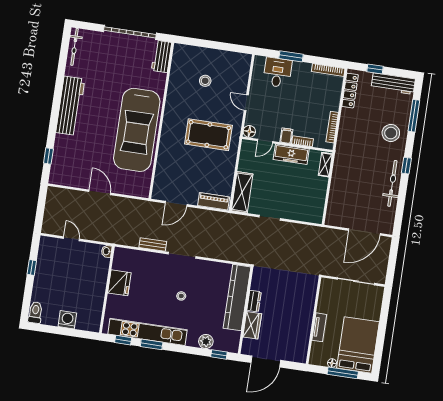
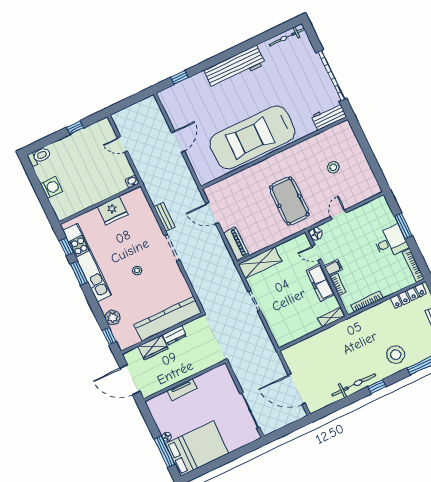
desk: (277, 72) -> (391, 242), moved
door: (71, 239) -> (122, 144), swing flipped
wall: (314, 320) -> (185, 381), moved
tv unit: (319, 327) -> (182, 389), moved

